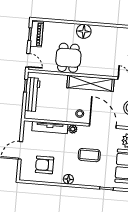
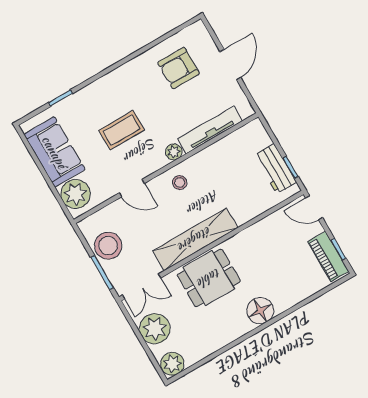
dining table: (68, 58) -> (209, 278), moved, turned 90
workbench: (32, 94) -> (275, 169), width x0.73
door: (103, 126) -> (132, 188), width x0.53
armchair: (45, 165) -> (179, 68), turned 180
floor lamp: (68, 179) -> (128, 72), removed

